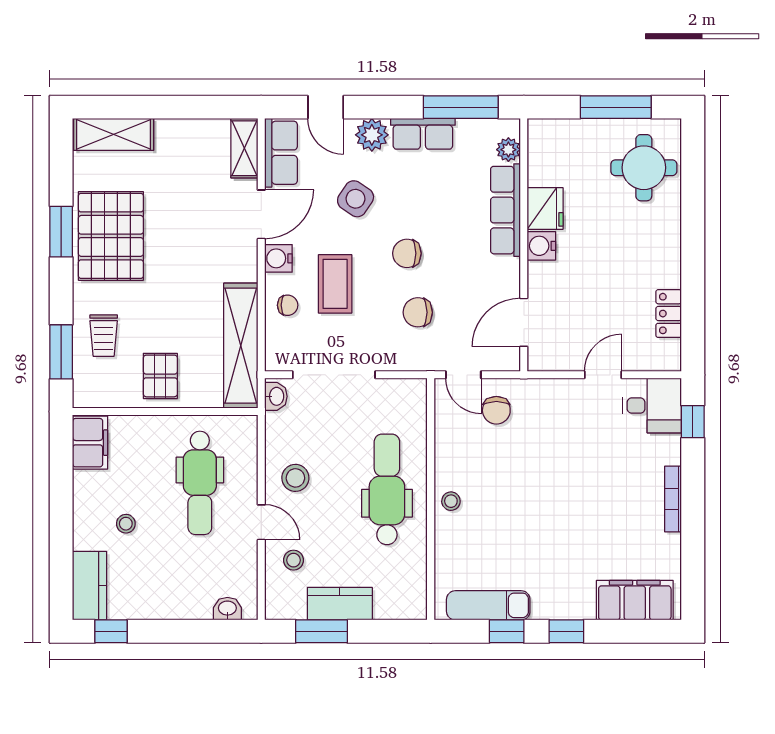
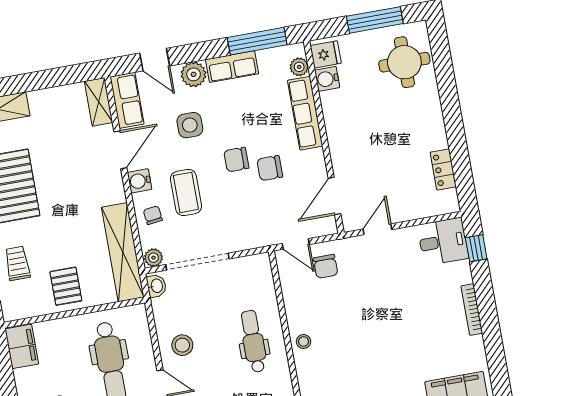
side table: (356, 199) -> (190, 125), turned -34
fridge: (545, 209) -> (326, 54), moved, width x0.72
water cooler: (541, 246) -> (327, 79), moved
chair: (288, 305) -> (153, 215), turned -97
chair: (418, 312) -> (270, 168), moved
trolley: (104, 336) -> (17, 263), turned 180
plant: (279, 360) -> (153, 258), added
door: (603, 375) -> (377, 229), moved
dental chair: (387, 489) -> (253, 341), width x0.73, depth x0.72

